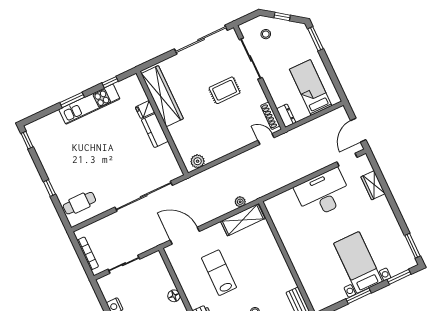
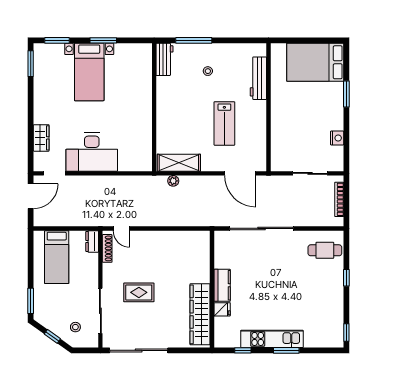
plant: (198, 161) -> (195, 238), removed
floor lamp: (174, 296) -> (277, 122), removed

